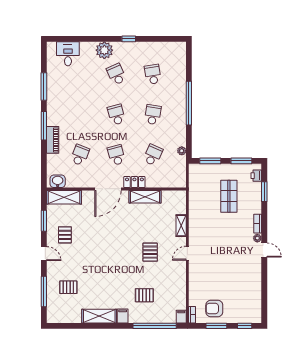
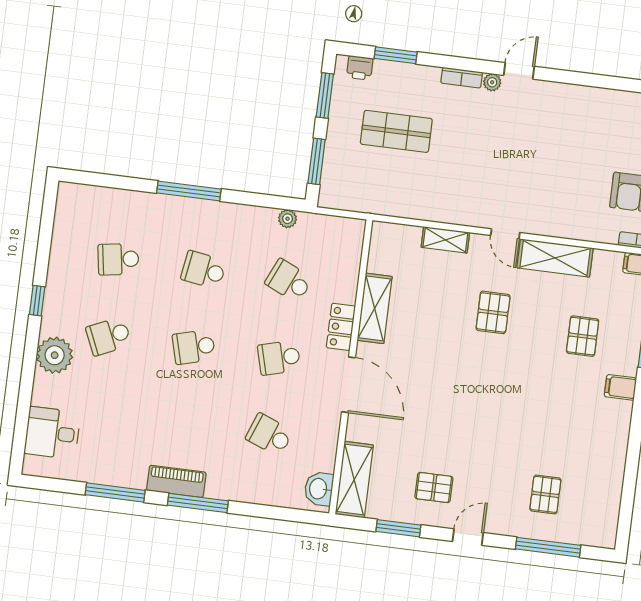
window: (189, 103) -> (189, 191), width x0.68
piano: (53, 140) -> (176, 481), moved
pallet: (150, 252) -> (493, 312), turned 90
shelving: (99, 316) -> (555, 258), moved, turned 90

